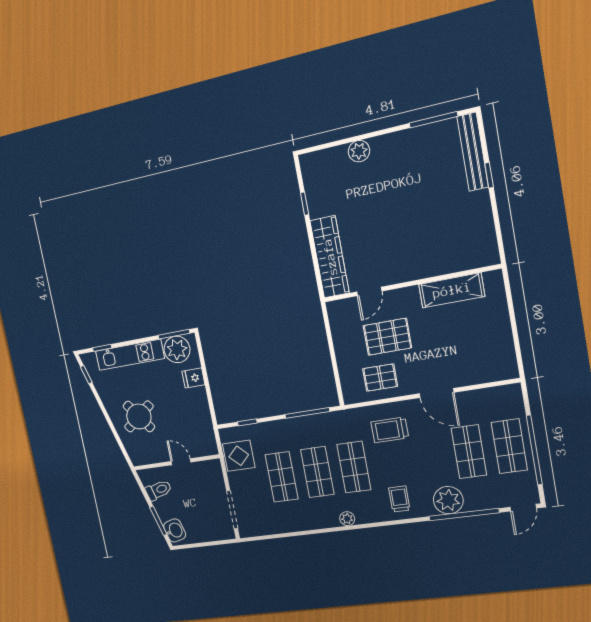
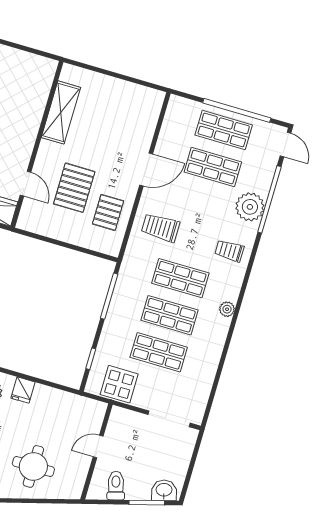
round table: (139, 416) -> (33, 466), turned 37
trolley: (390, 430) -> (160, 228), turned 90

